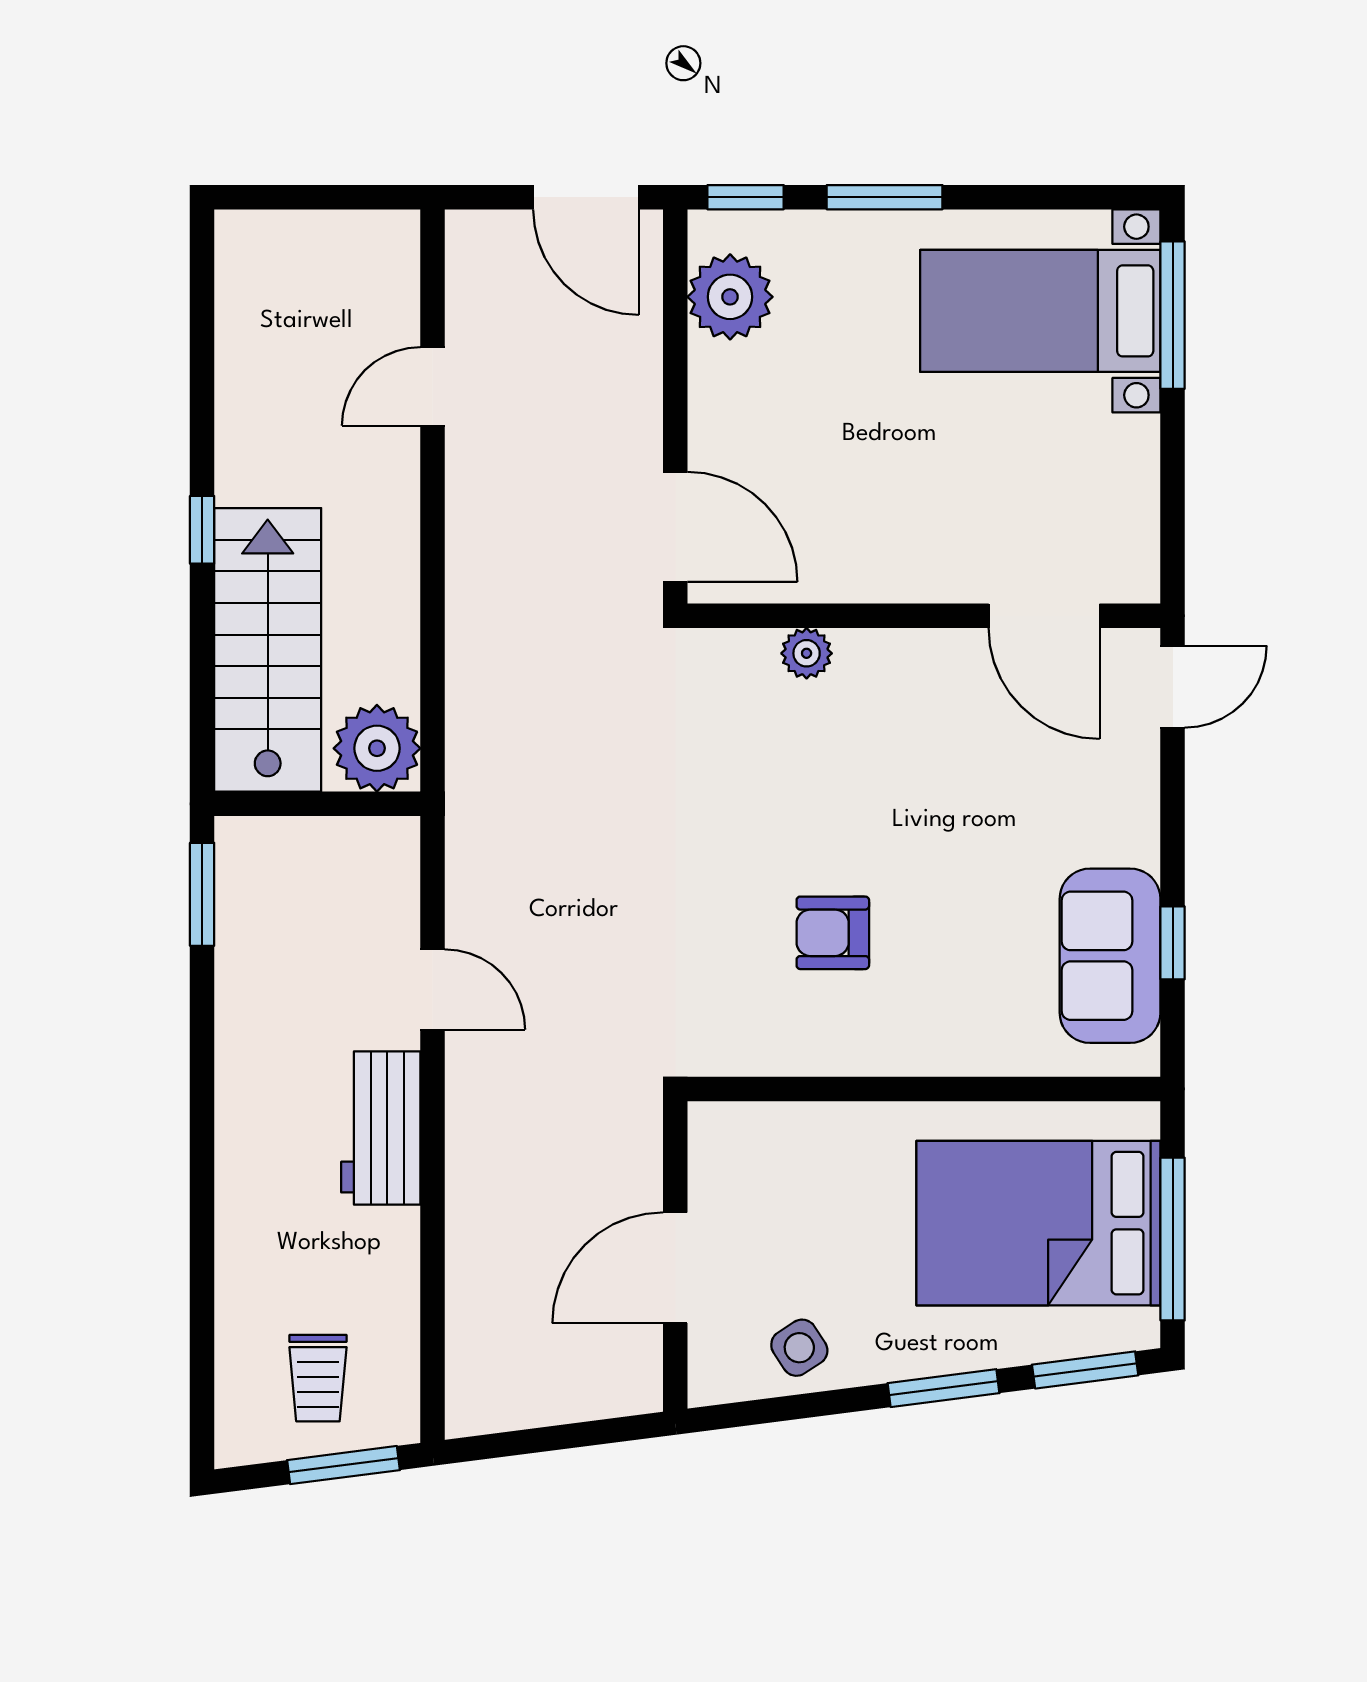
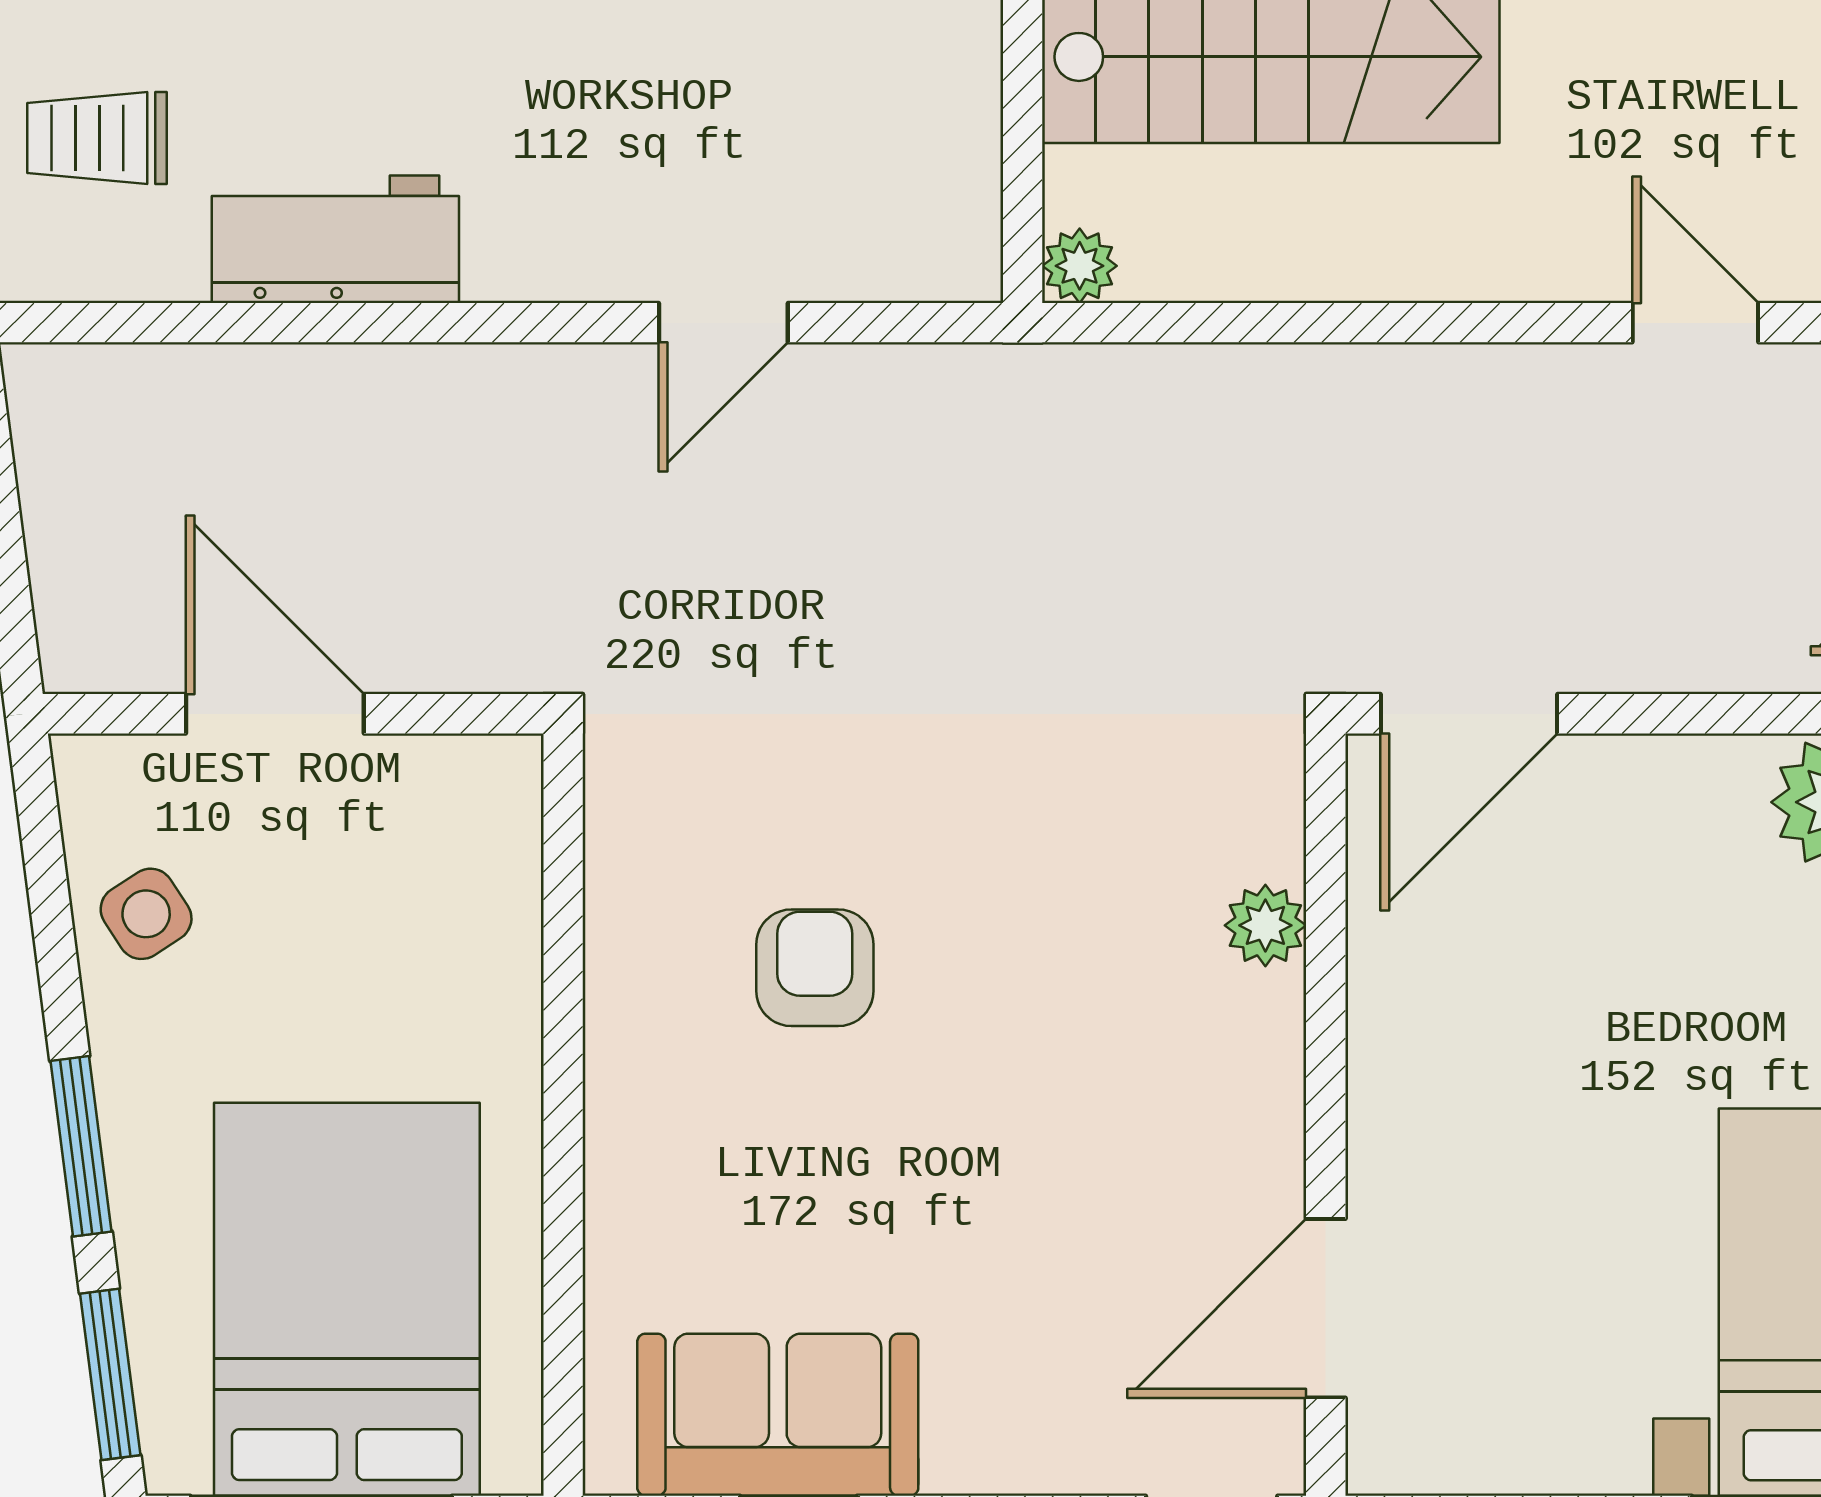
plant: (377, 748) -> (1080, 266), width x0.53, depth x0.53
workbench: (381, 1128) -> (335, 239), moved

